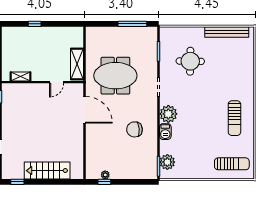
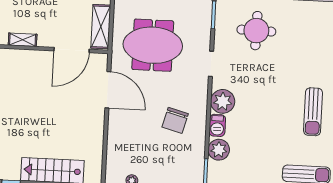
door: (57, 82) -> (72, 50), width x1.88
chair: (134, 129) -> (175, 120), turned -71
plant: (167, 162) -> (219, 150), moved

